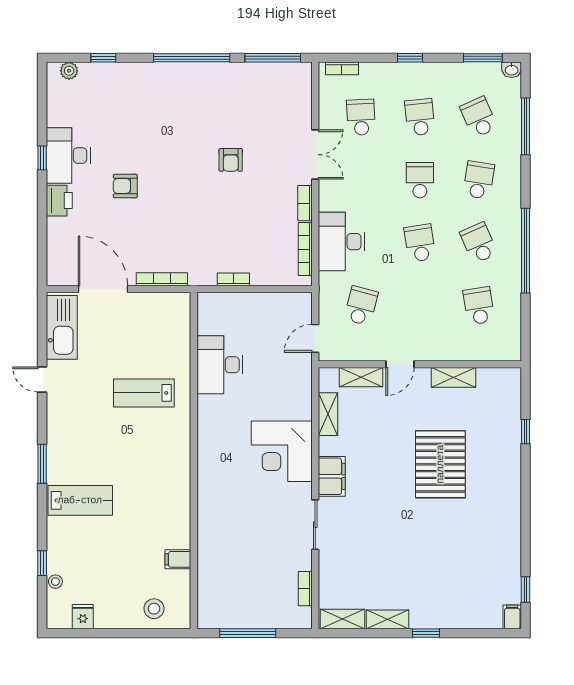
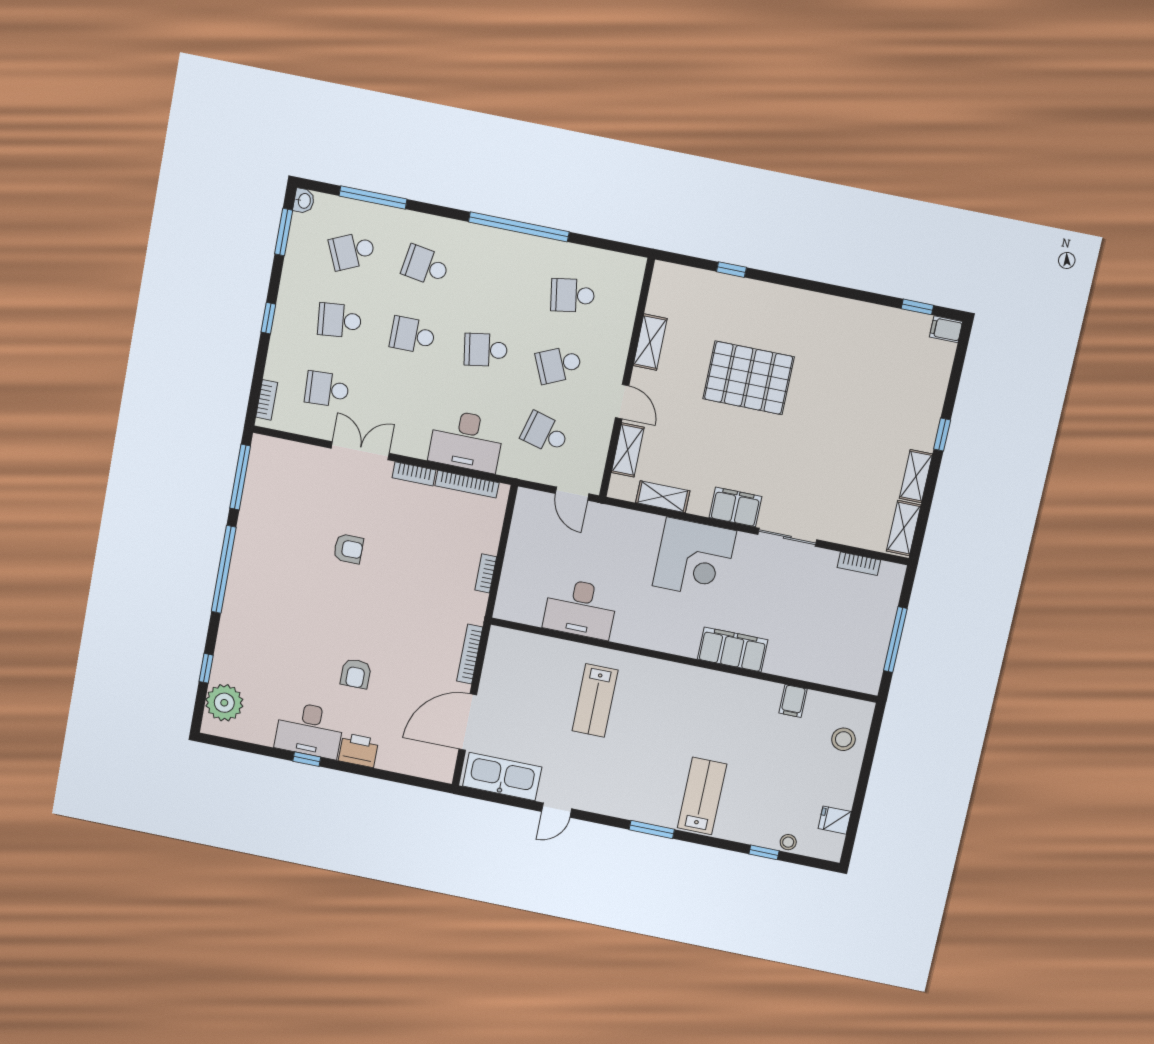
plant: (69, 71) -> (224, 703), width x1.88, depth x1.88
school desk: (479, 243) -> (559, 365), moved
filing cabinet: (211, 499) -> (733, 649), added

